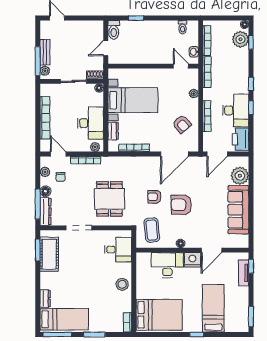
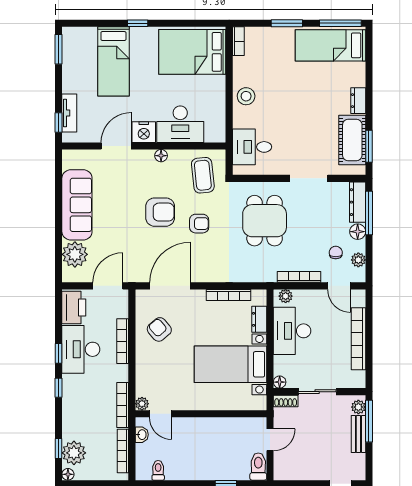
plant: (194, 94) -> (142, 404), moved
dresser: (45, 299) -> (358, 101), moved

